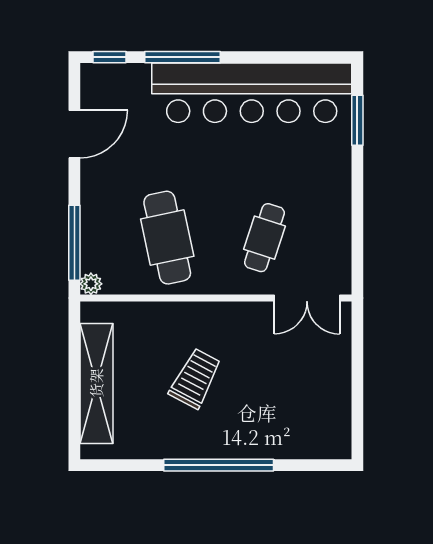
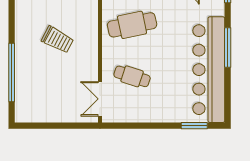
window: (182, 57) -> (228, 48), moved
window: (219, 465) -> (12, 72), moved

